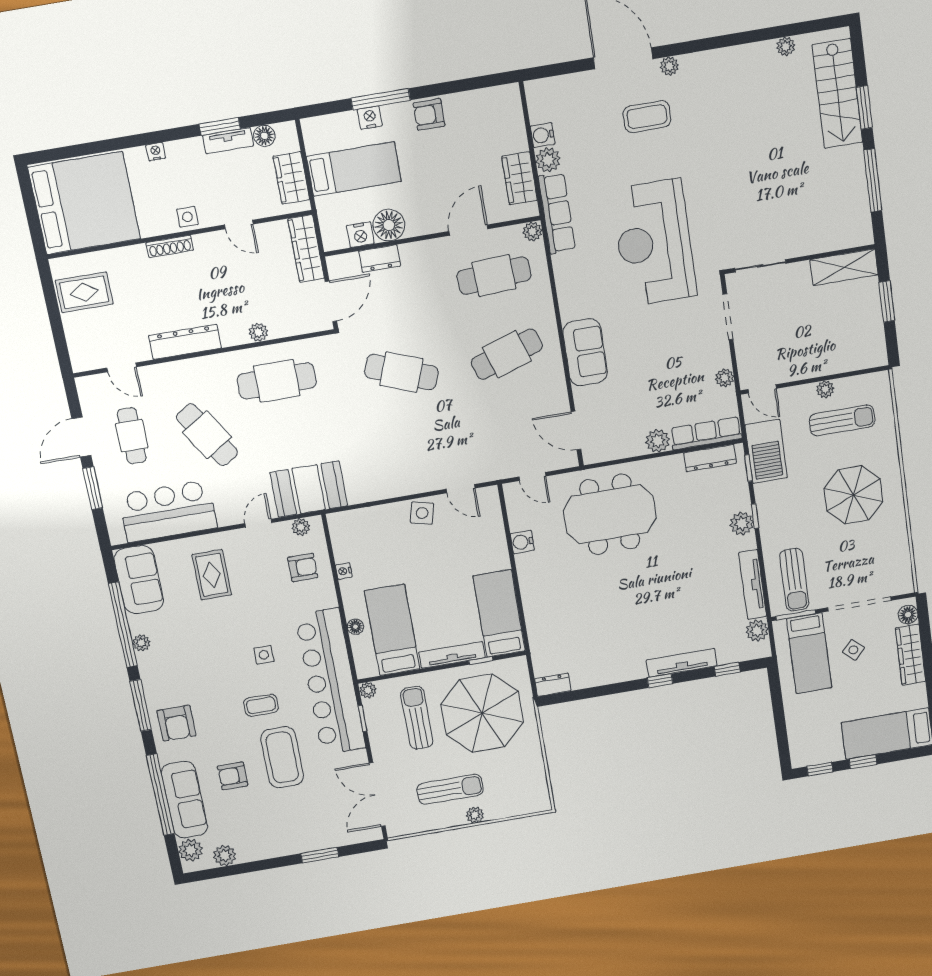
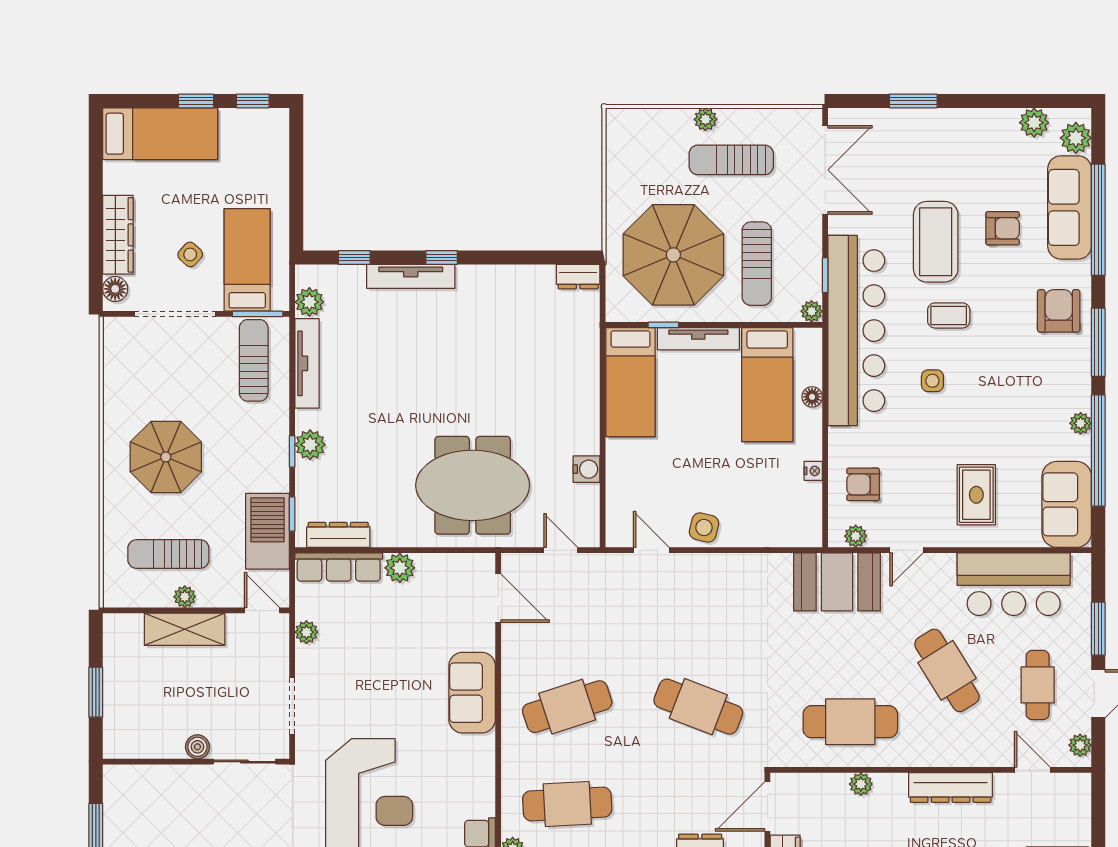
shelving: (844, 267) -> (185, 629), moved
boiler: (800, 271) -> (197, 747), added
plant: (87, 394) -> (1080, 745), added

